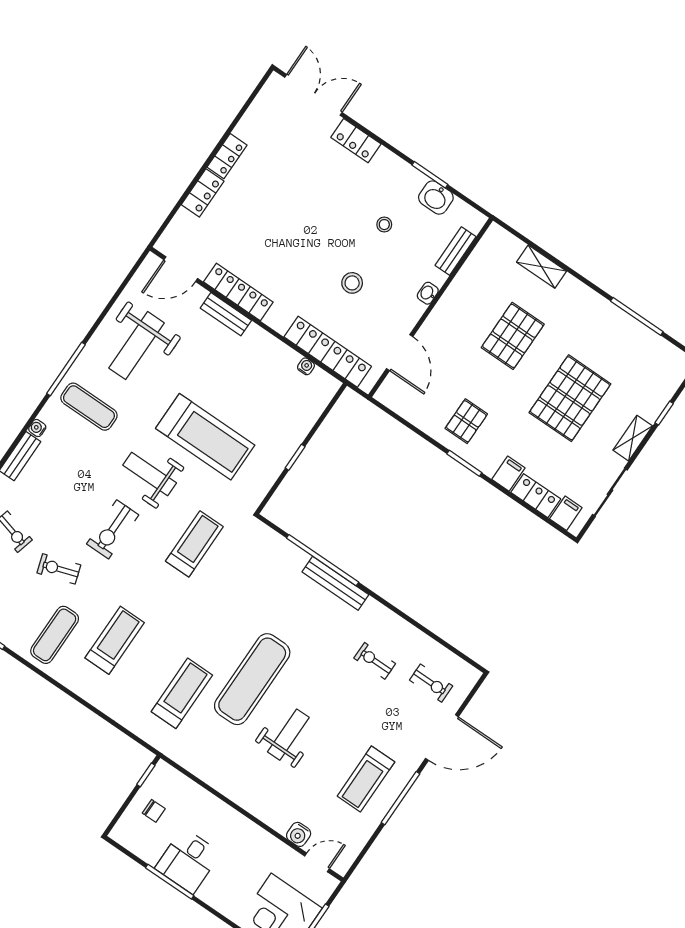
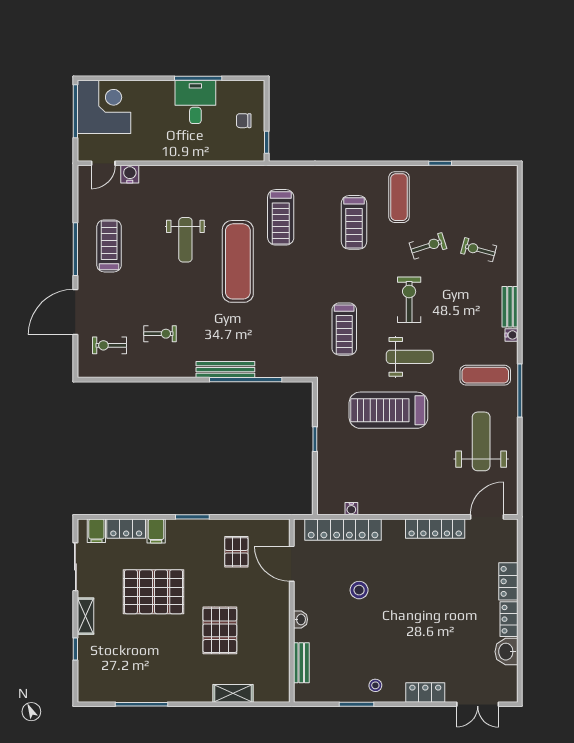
double door: (313, 95) -> (478, 704), width x0.73
washbasin: (436, 198) -> (506, 652), moved, turned -90
stool: (384, 225) -> (375, 685), moved
bench: (226, 314) -> (433, 507), removed
pallet: (570, 398) -> (154, 592), moved, turned 90
pallet: (466, 421) -> (236, 552), moved

